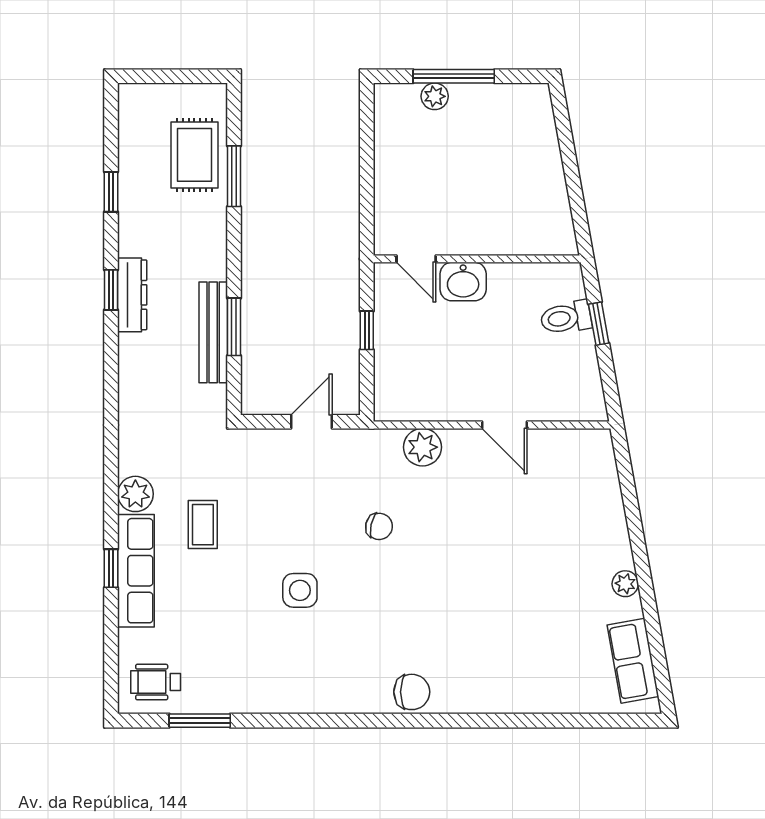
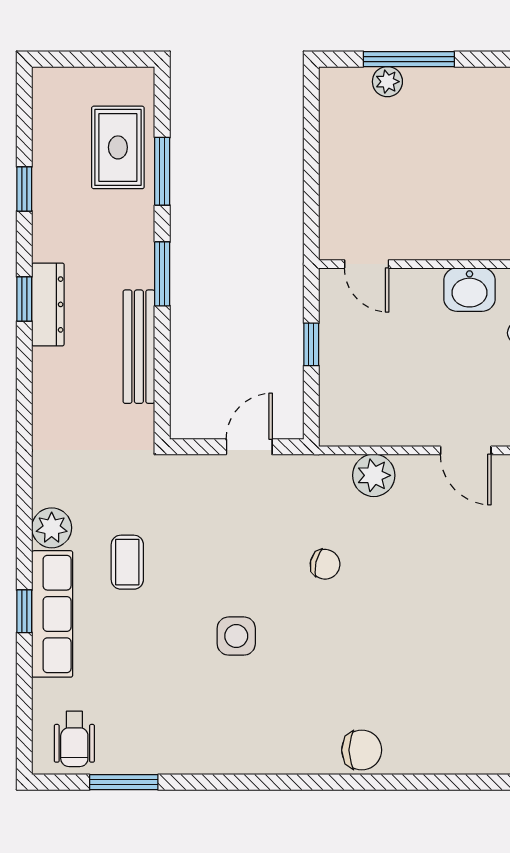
washbasin: (463, 282) -> (469, 290), moved
window: (234, 327) -> (162, 274), moved
wheelchair: (156, 682) -> (74, 739), turned -90

